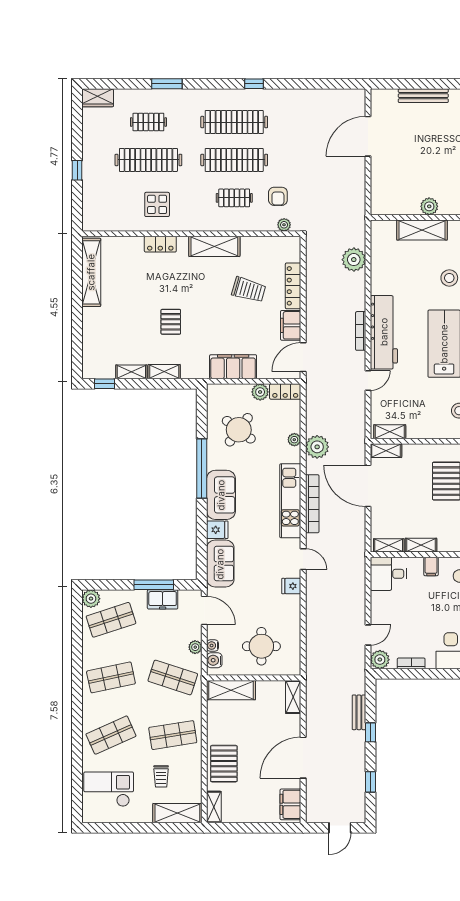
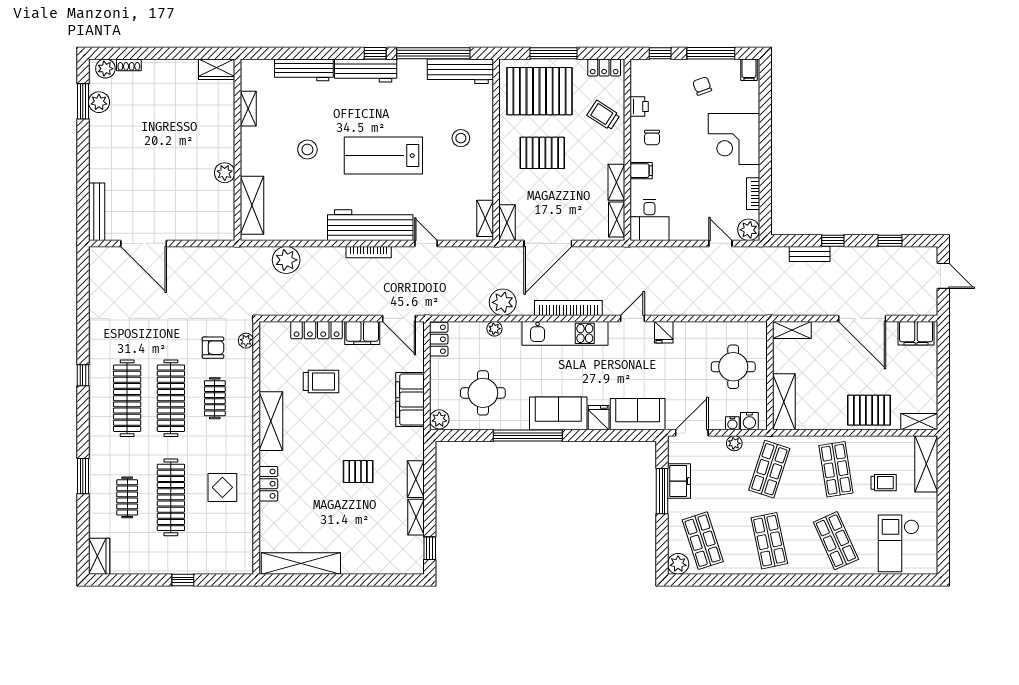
bench: (423, 96) -> (97, 212), moved
shelving: (422, 230) -> (252, 205), moved
trolley: (249, 290) -> (321, 381), turned 74
plant: (260, 392) -> (439, 419), moved
round table: (239, 430) -> (483, 393), turned -37

